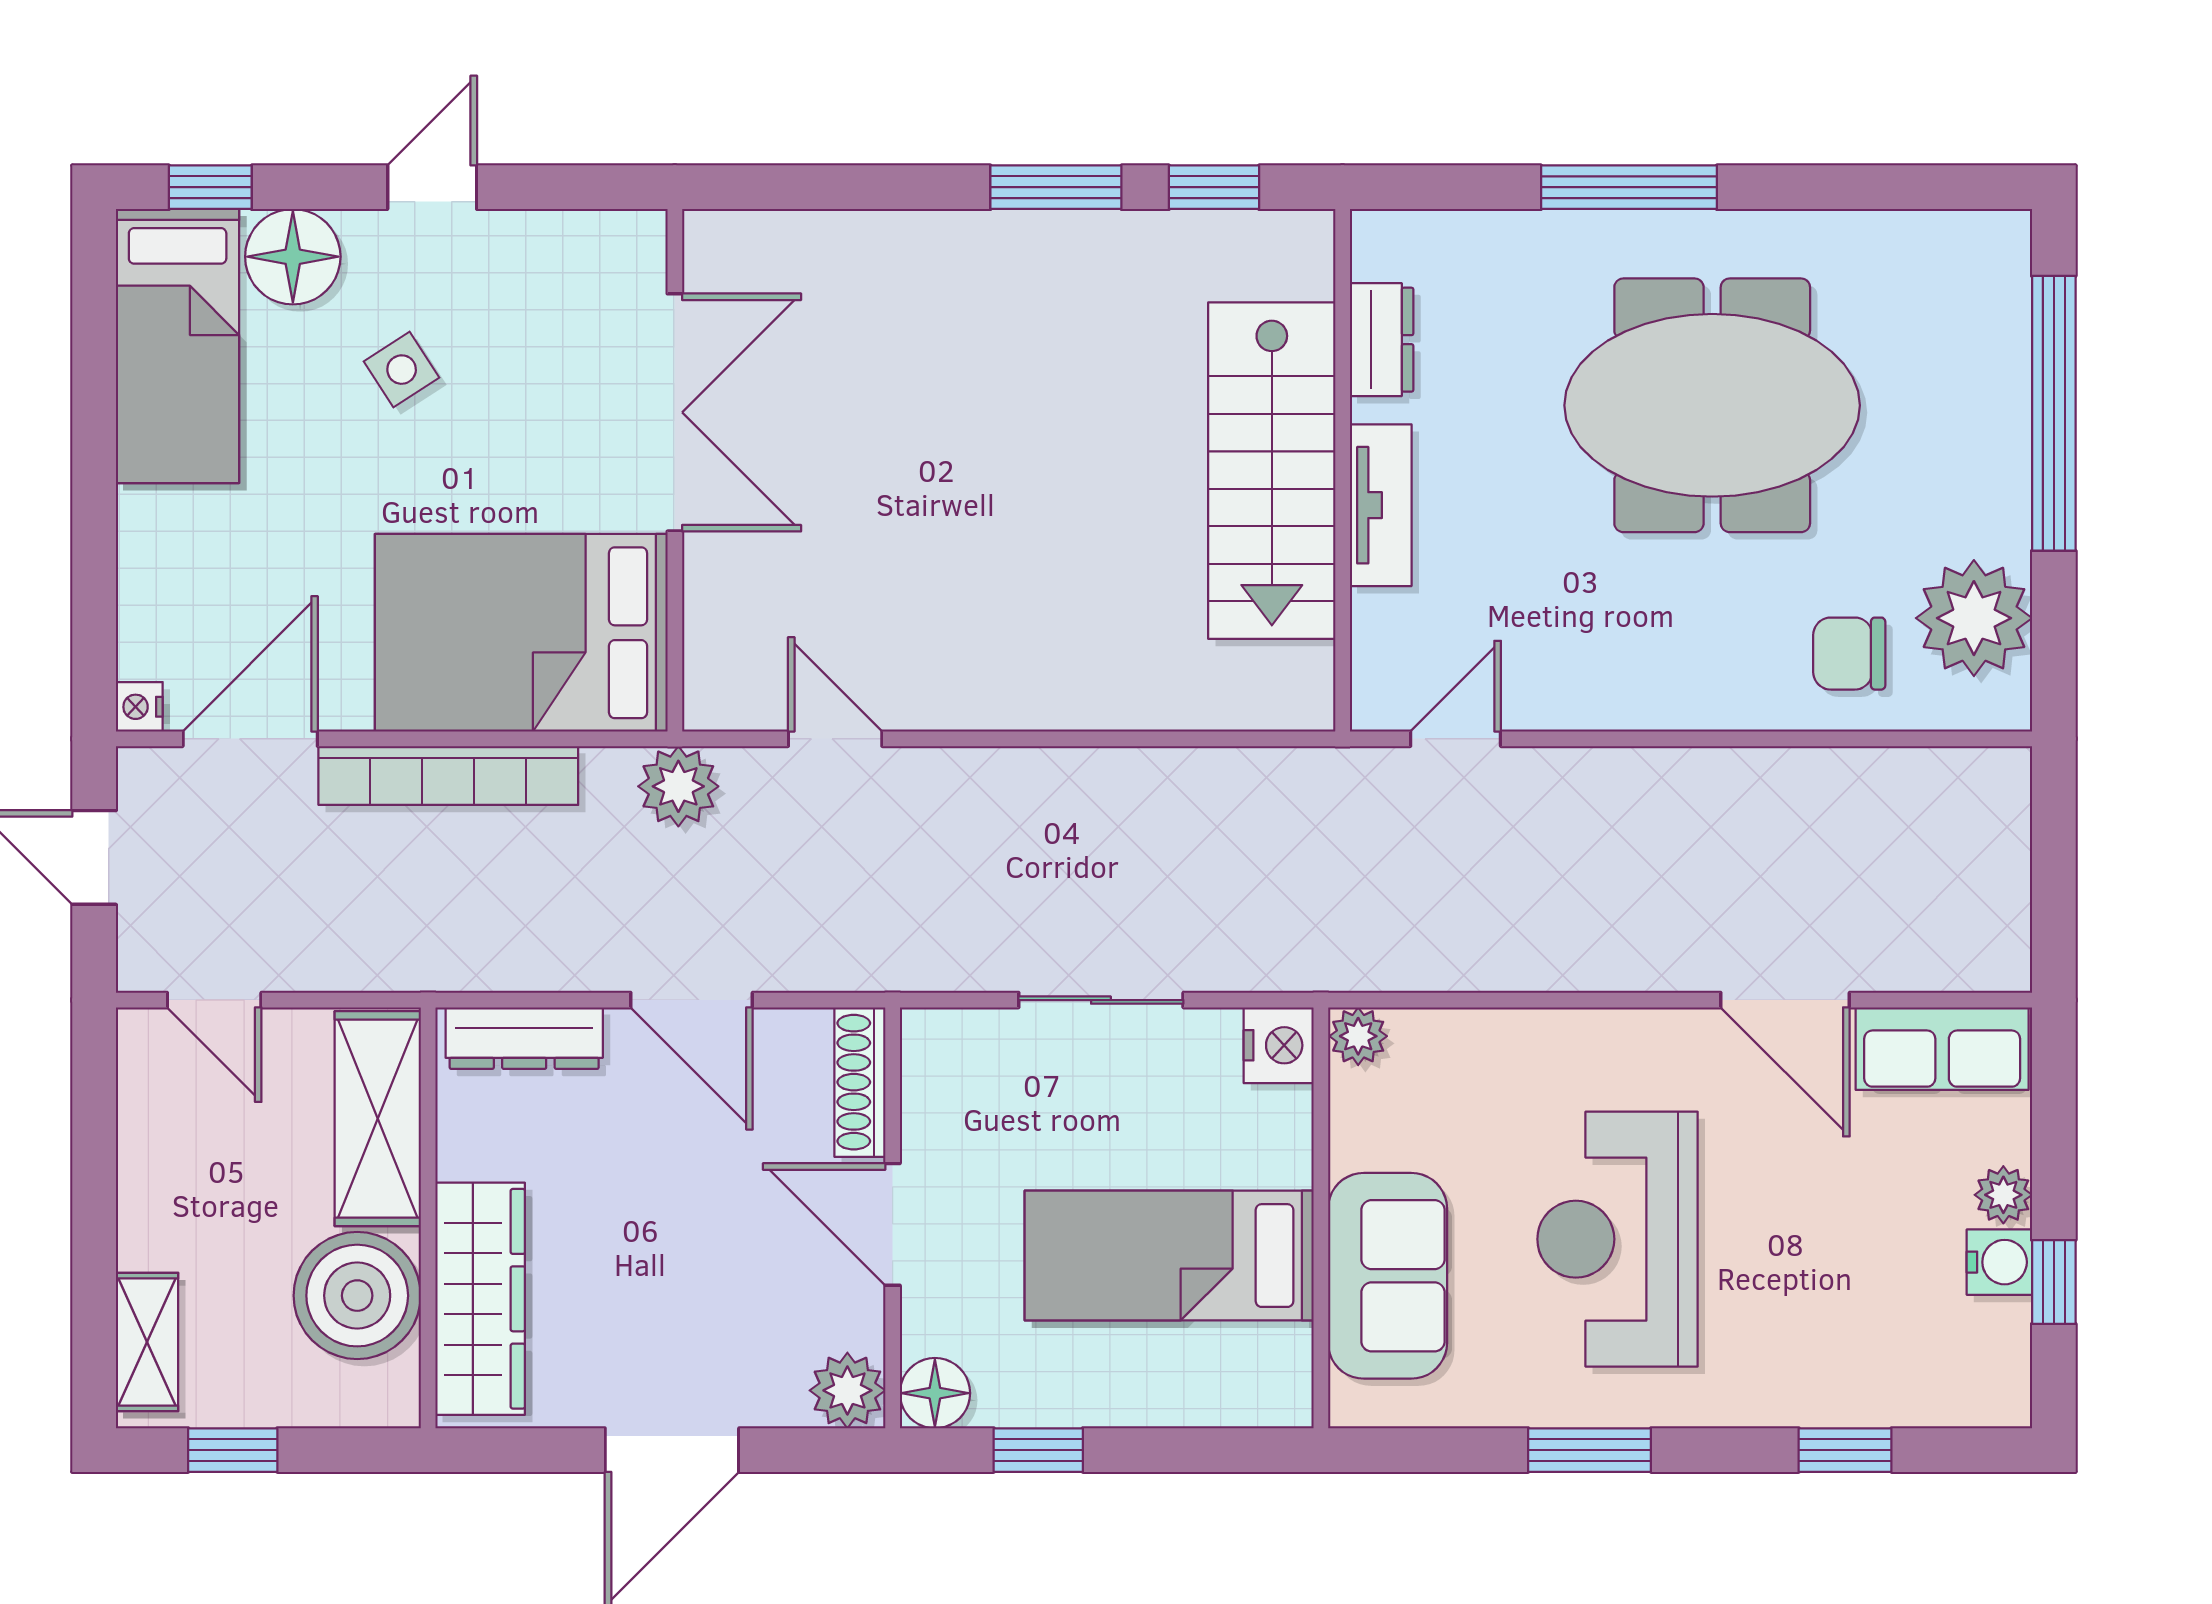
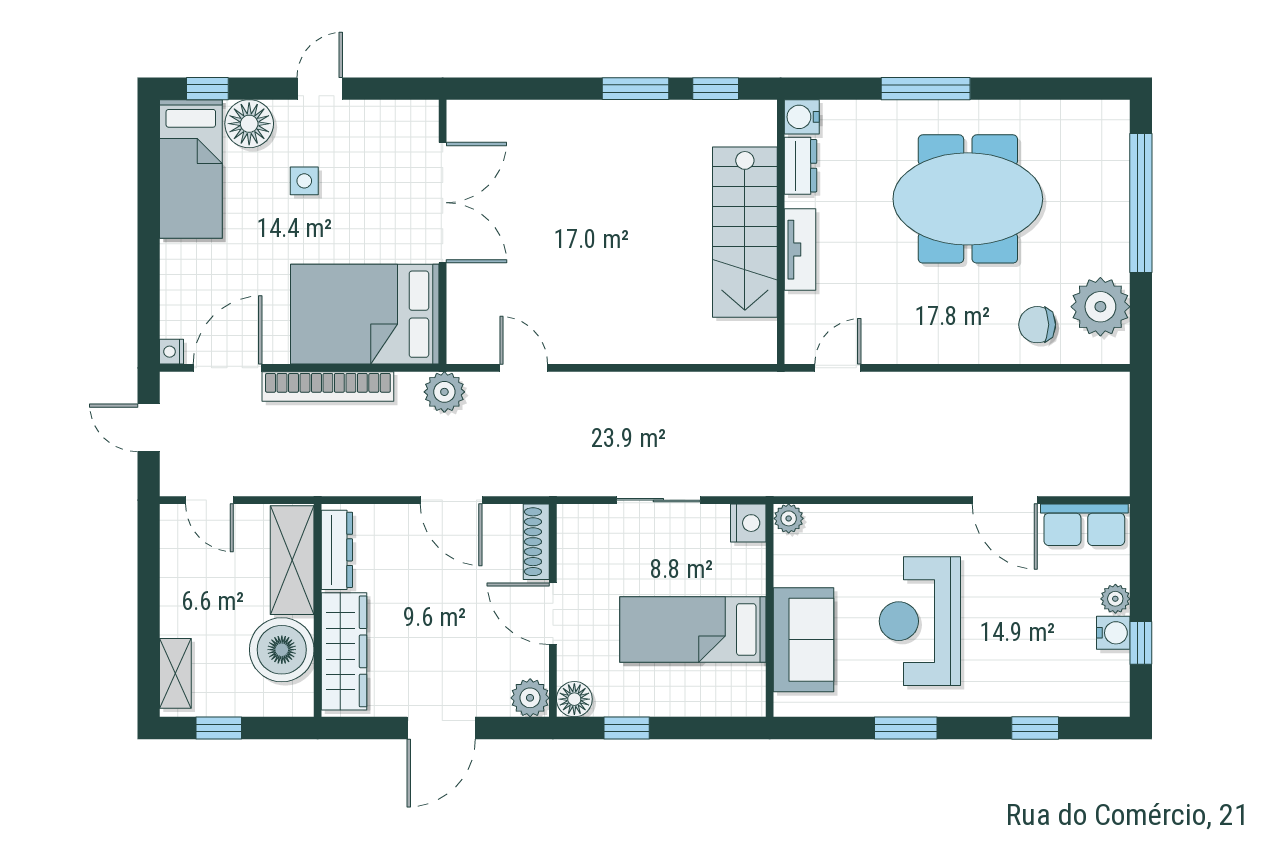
water cooler: (1384, 243) -> (802, 117), added
side table: (402, 370) -> (304, 181), turned 33
dresser: (524, 1038) -> (337, 550), moved, turned -90

